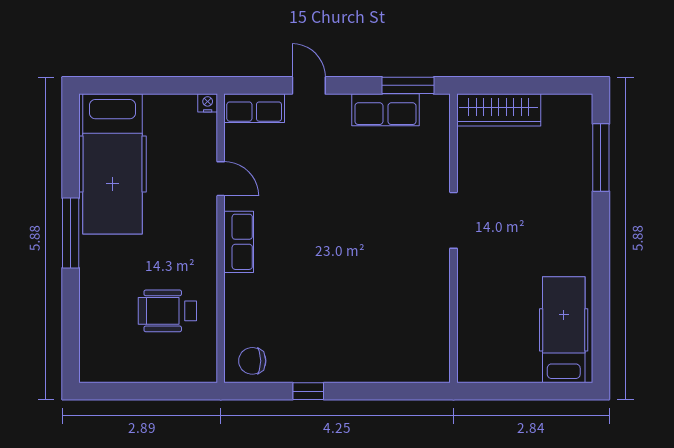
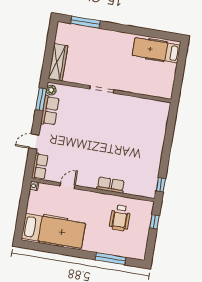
plant: (433, 105) -> (51, 90), added
window: (71, 233) -> (110, 259), moved
row of seats: (239, 242) -> (111, 185), moved
chair: (252, 361) -> (147, 185), removed
window: (172, 391) -> (154, 222), added
window: (308, 391) -> (161, 185), moved

